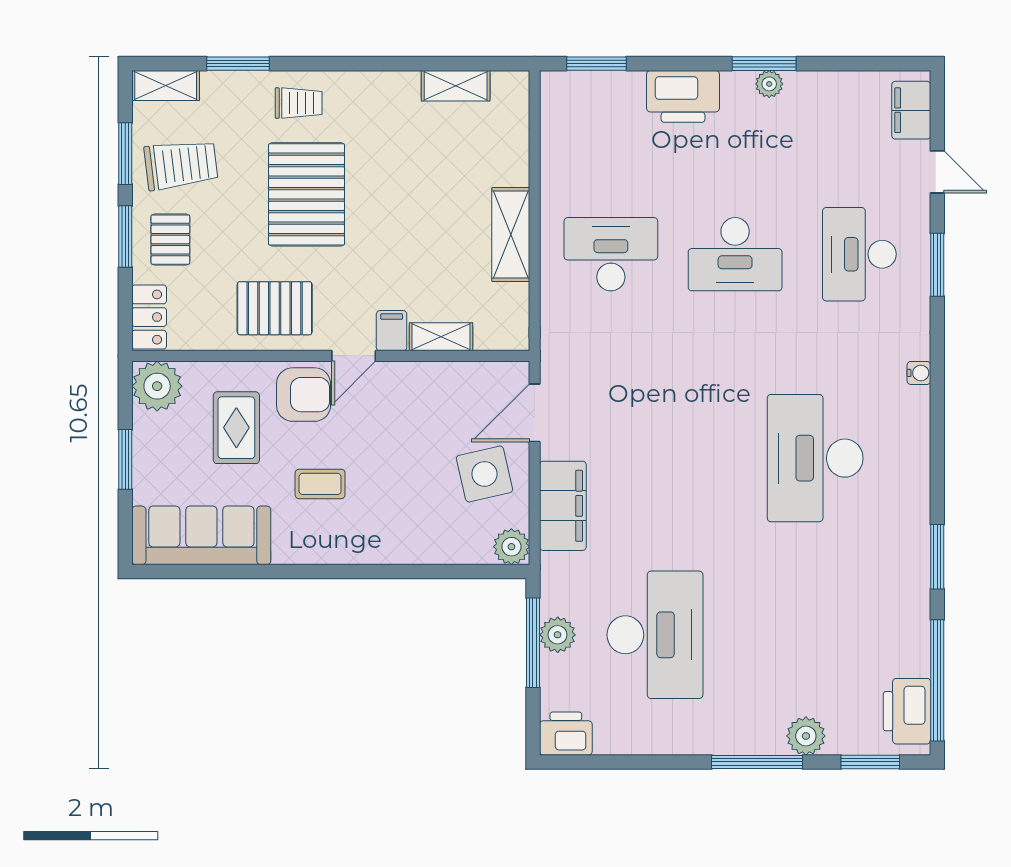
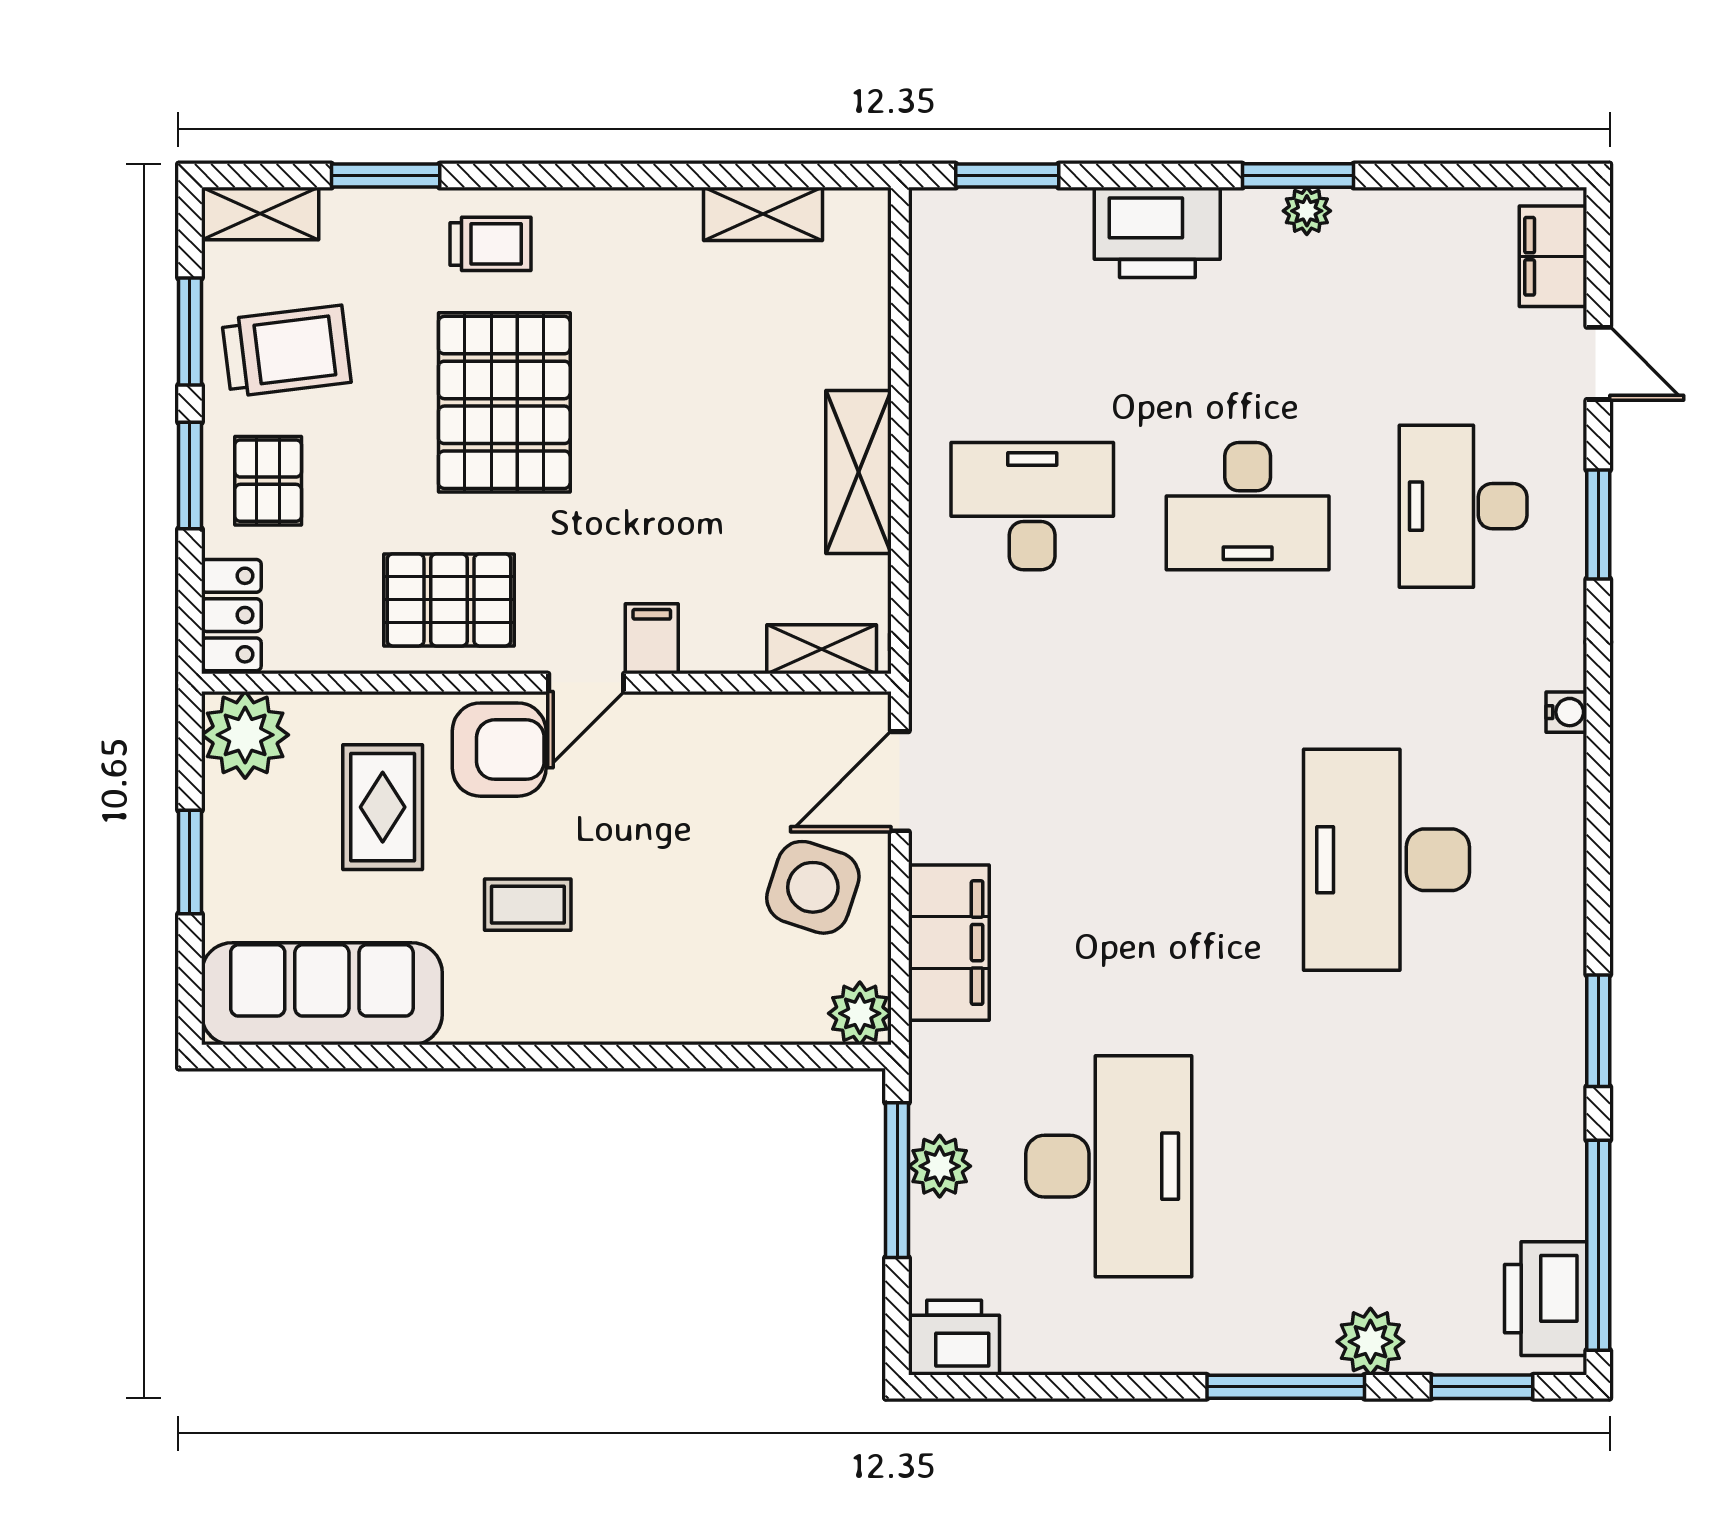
shelving: (441, 337) -> (822, 649), moved
side table: (484, 474) -> (813, 887), turned 31

